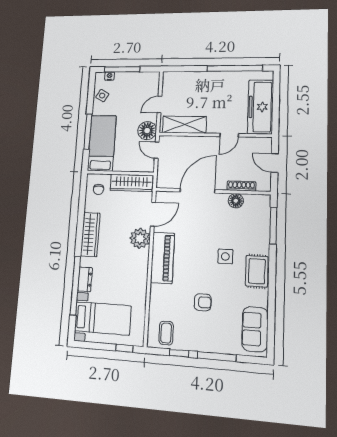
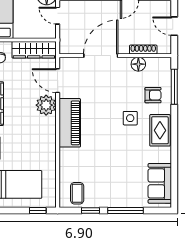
door: (153, 214) -> (58, 81), swing flipped
armchair: (203, 302) -> (153, 95), moved

